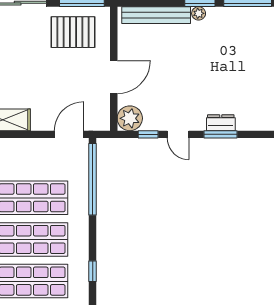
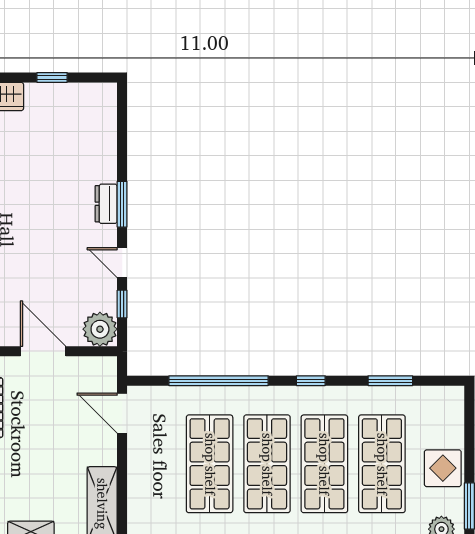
door: (178, 134) -> (122, 263), swing flipped
window: (93, 179) -> (219, 381), moved

